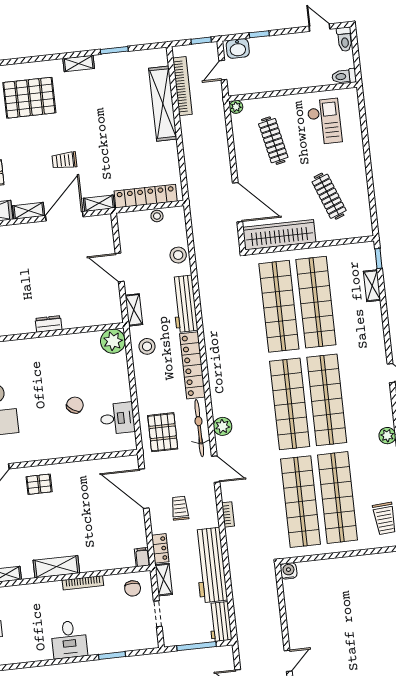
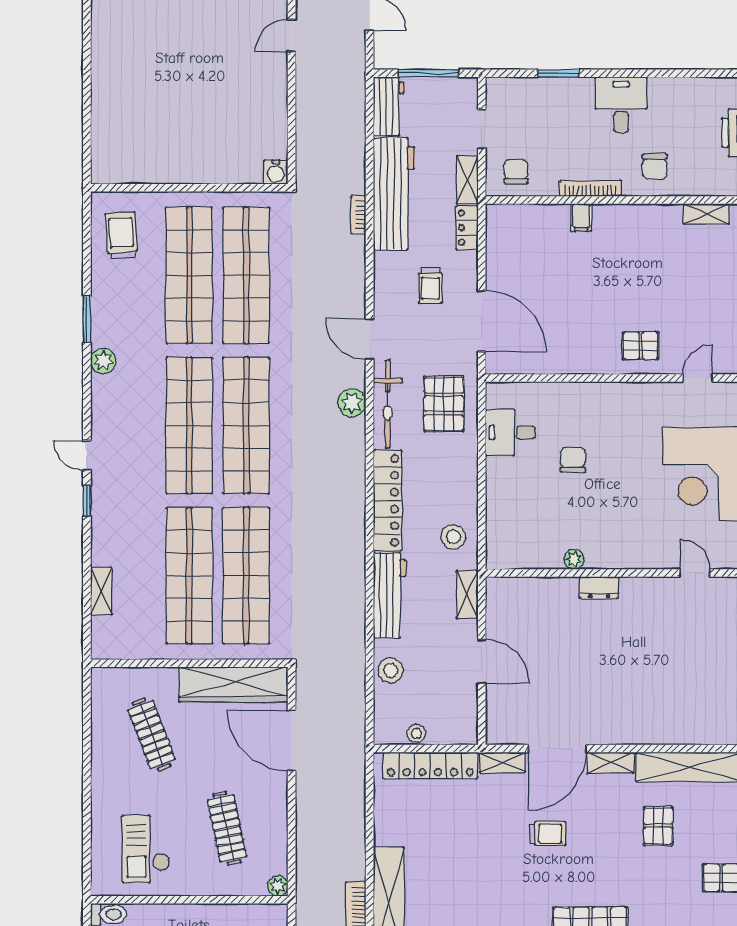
window: (379, 259) -> (87, 501), moved
plant: (113, 341) -> (574, 559), moved, width x0.53, depth x0.53
chair: (75, 405) -> (573, 460), turned 147
bookcase: (228, 514) -> (358, 215), moved
filing cabinet: (142, 557) -> (581, 218), moved
shelving: (56, 567) -> (628, 217), removed
chair: (43, 602) -> (655, 167), added

